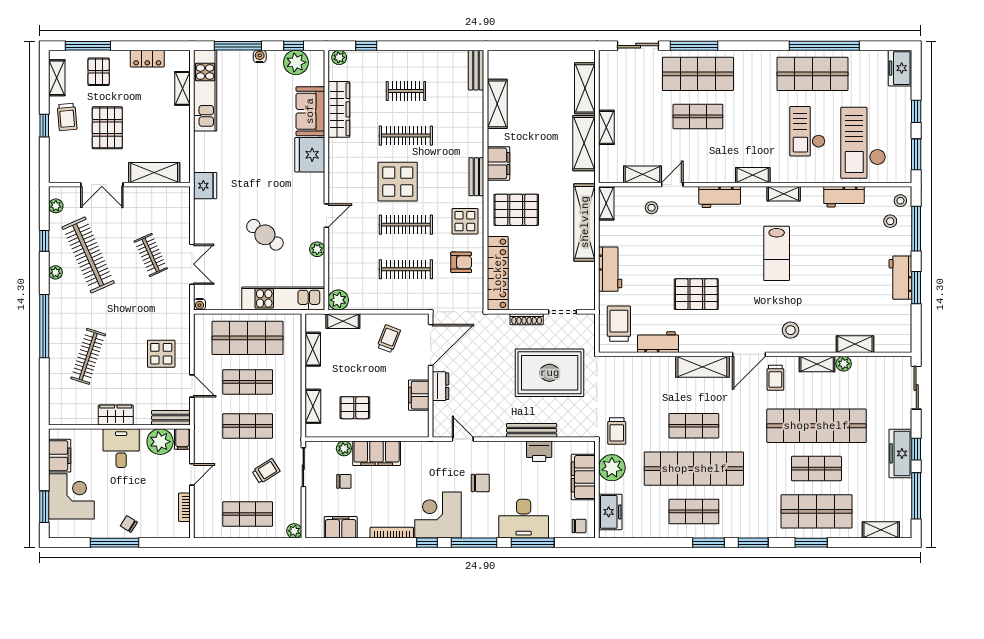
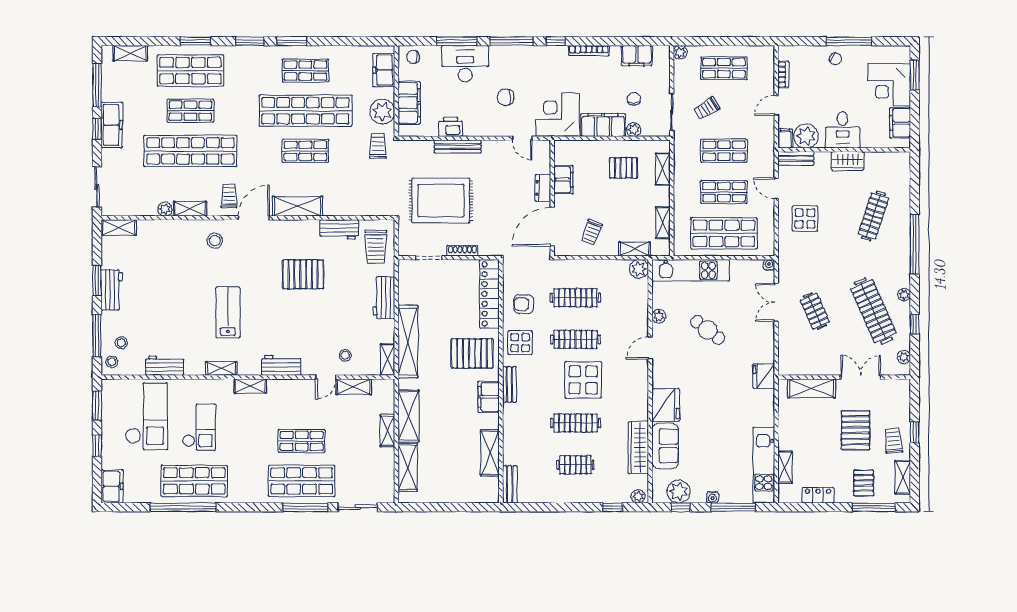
shelving: (855, 344) -> (119, 227), moved
chair: (344, 481) -> (634, 99), turned 90
corner desk: (438, 515) -> (558, 115), moved, turned 180

